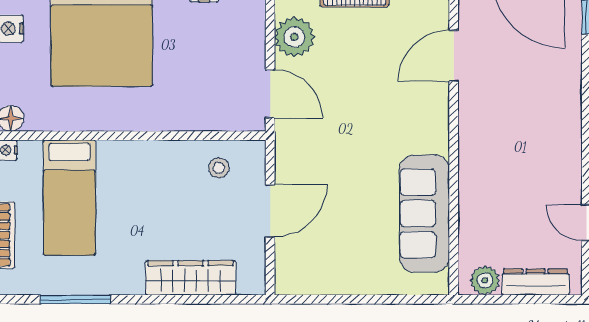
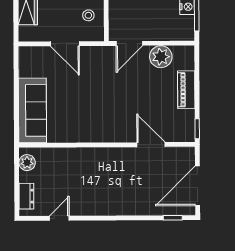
sofa: (424, 214) -> (32, 110), moved, turned 90
dresser: (535, 282) -> (26, 196), width x0.70

